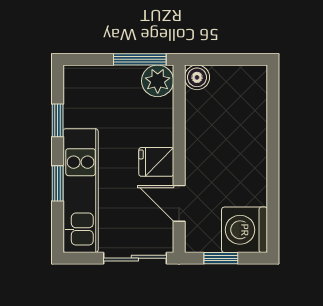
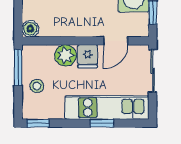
plant: (158, 81) -> (65, 55), moved
stool: (112, 87) -> (37, 86), added
window: (58, 120) -> (38, 123), moved

